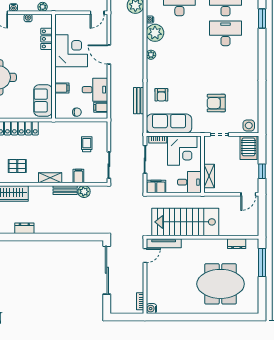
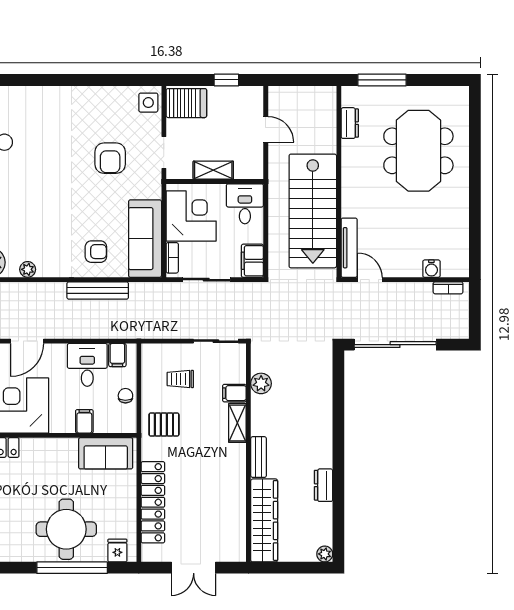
bench: (139, 101) -> (98, 291), width x1.36
pallet: (17, 166) -> (164, 425), moved, turned 90
shelving: (209, 176) -> (213, 170), moved
shelving: (50, 178) -> (237, 423), moved
bench: (65, 190) -> (259, 457), moved
door: (248, 194) -> (266, 129), moved
water cooler: (151, 309) -> (431, 269), moved

